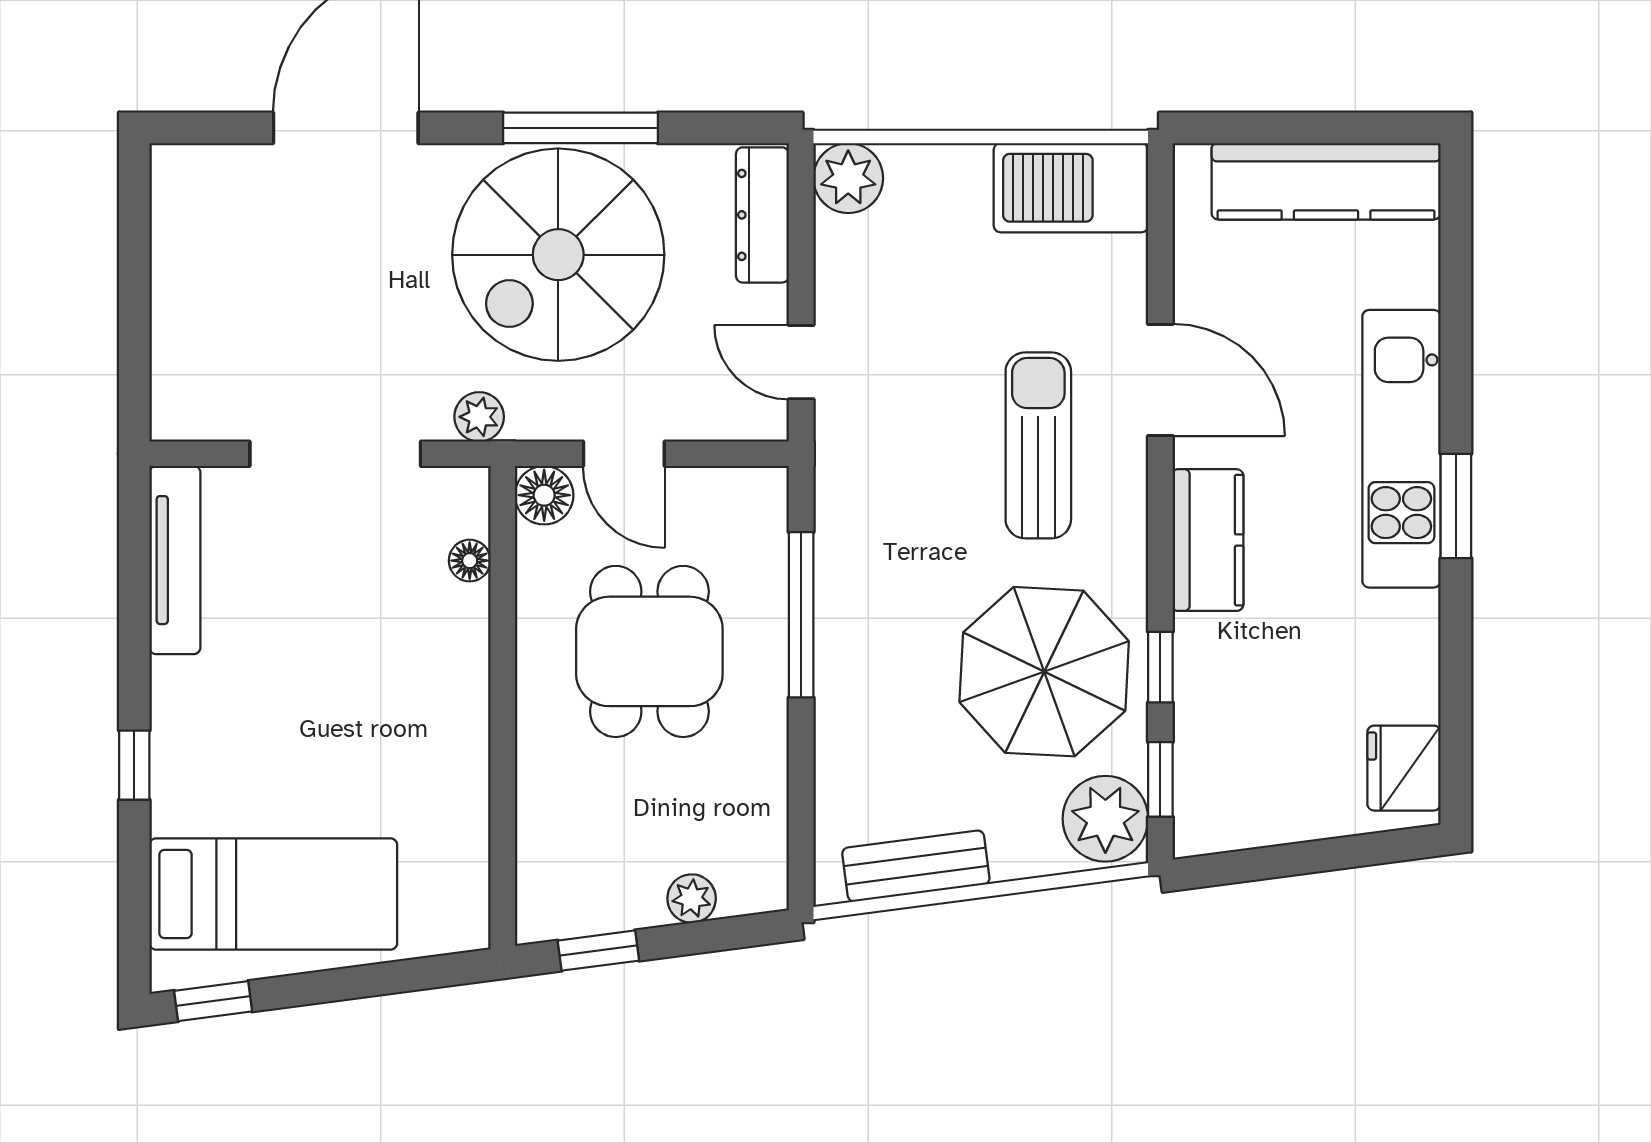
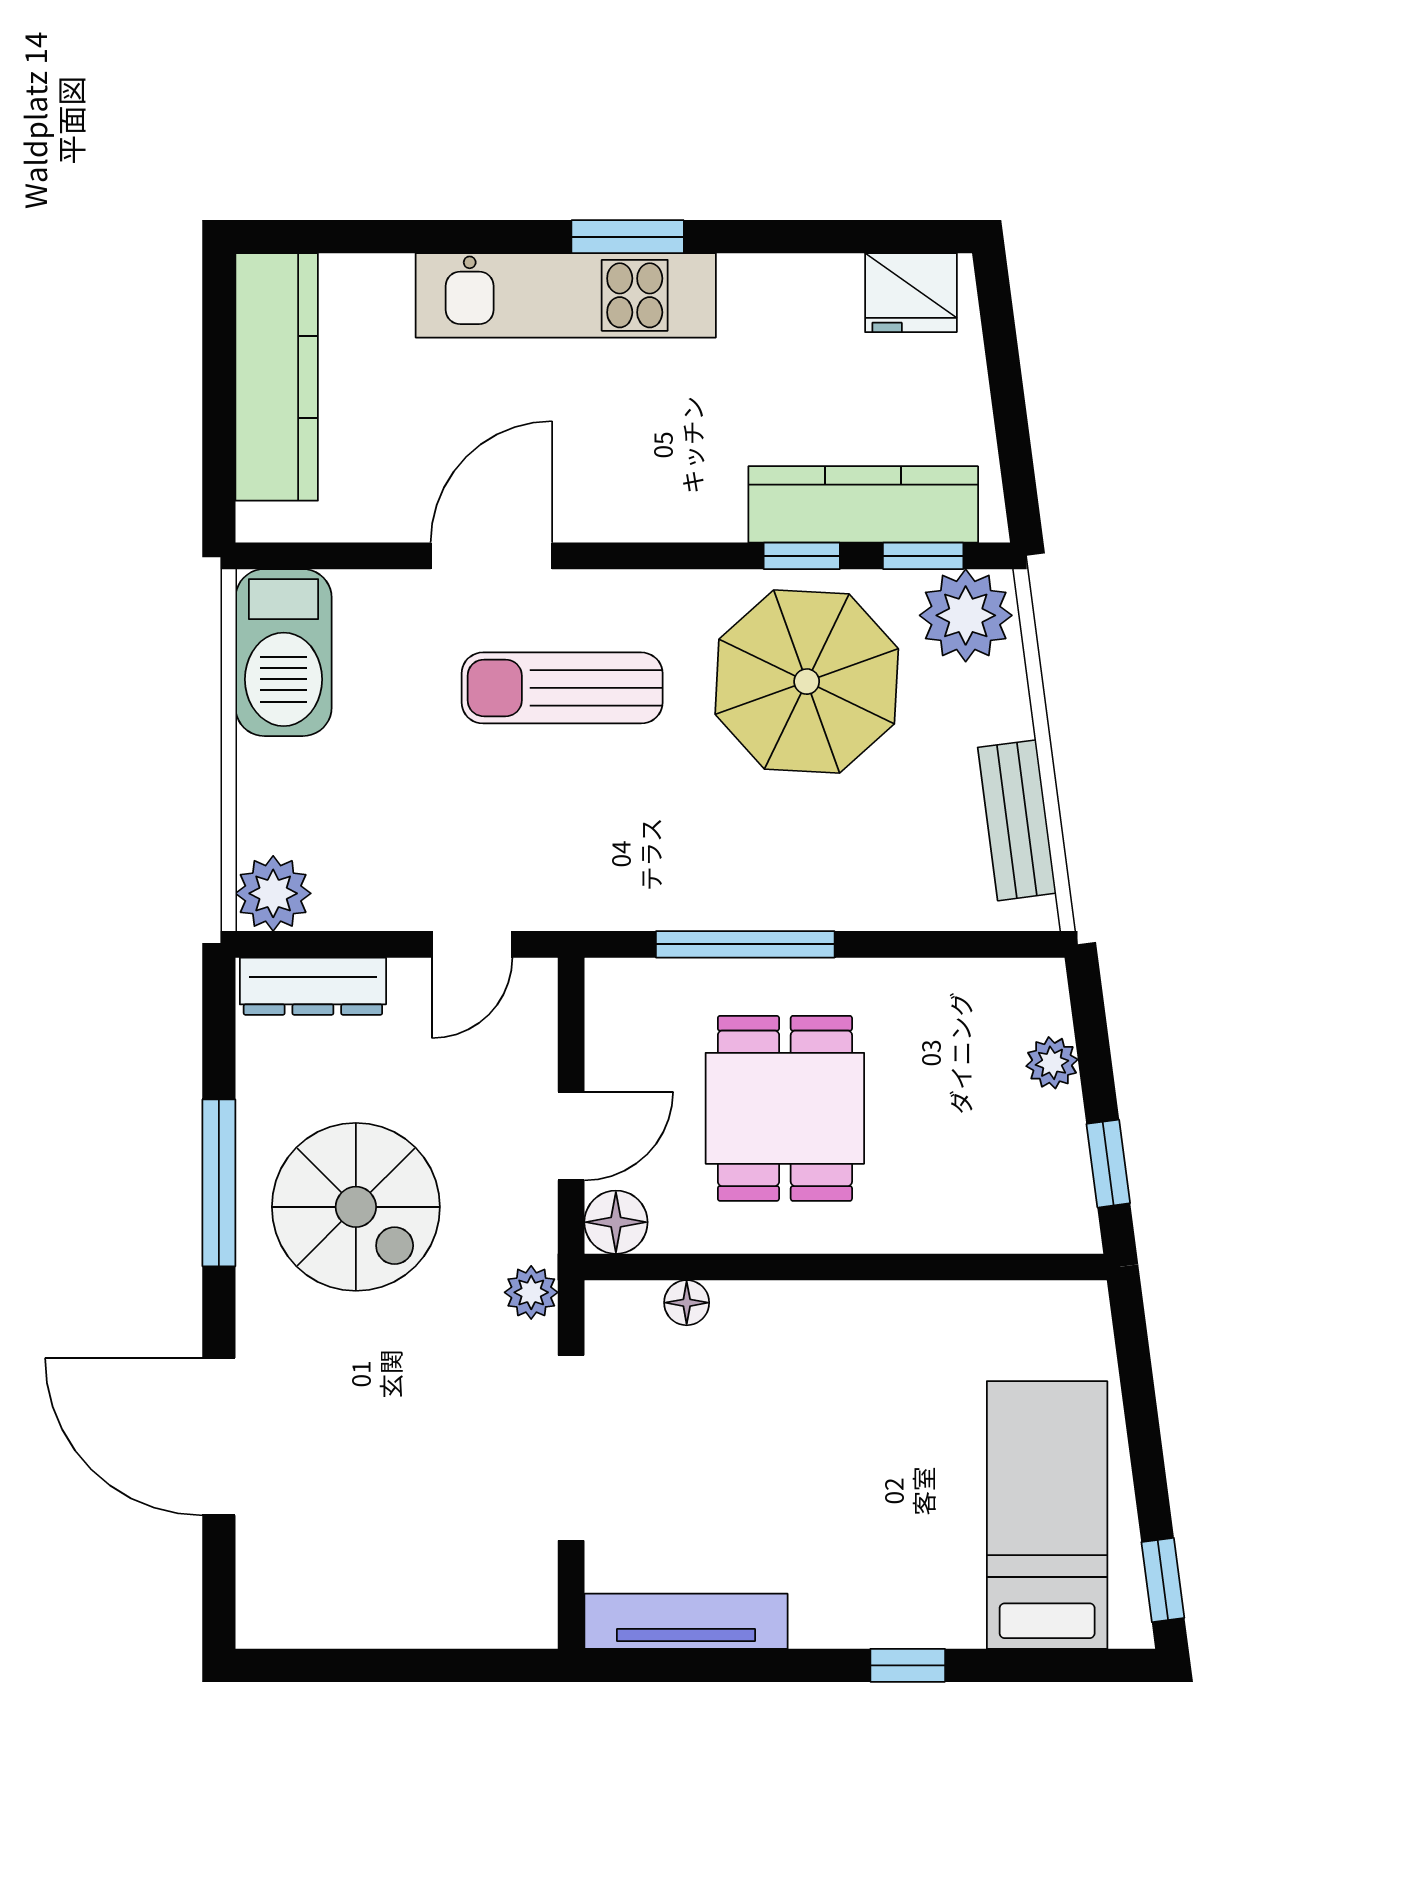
spiral stairs: (558, 255) -> (356, 1207), width x0.73, depth x0.73
kitchen counter: (1208, 540) -> (863, 504), moved, width x1.50
dining table: (649, 651) -> (785, 1108), turned 90

